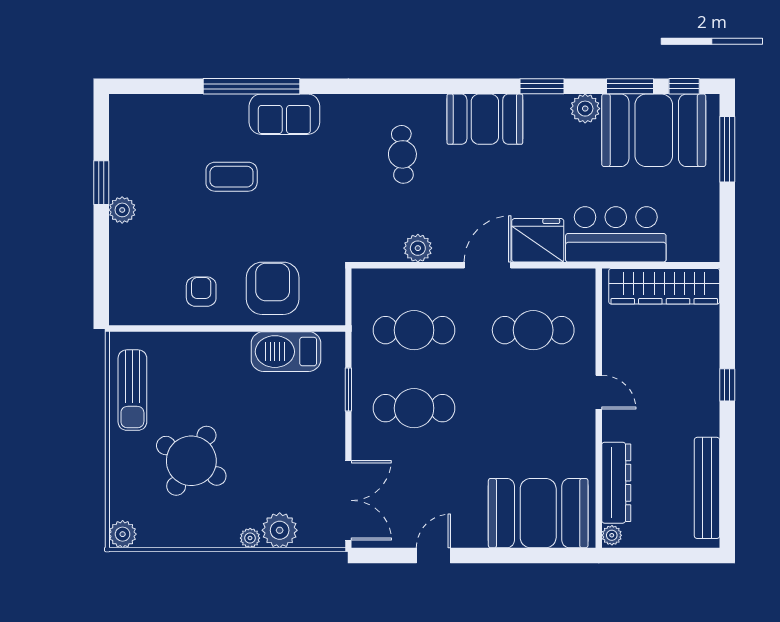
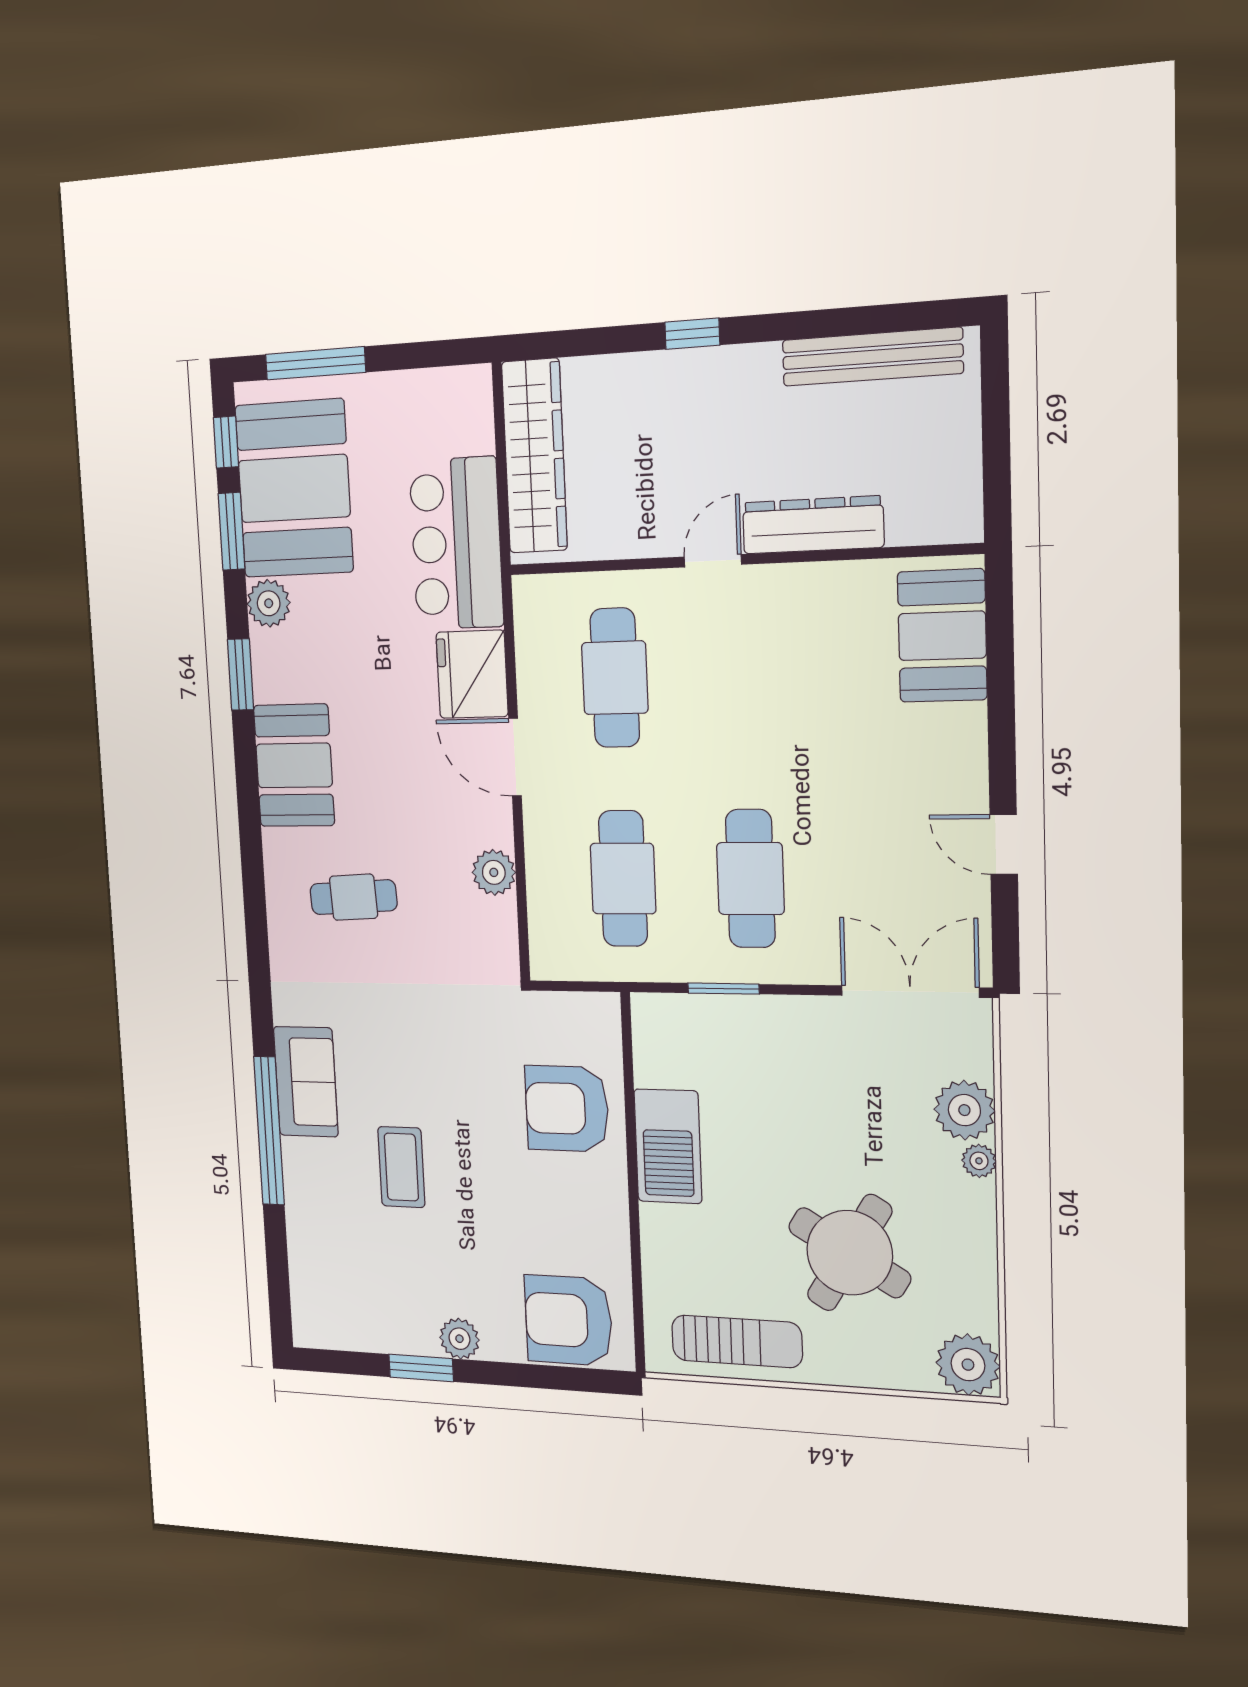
armchair: (201, 292) -> (568, 1320), moved, width x1.88, depth x1.88
barbecue: (286, 352) -> (668, 1146), moved
dresser: (616, 483) -> (813, 525), moved
booth: (538, 513) -> (942, 636), width x0.73, depth x0.70
plant: (123, 534) -> (968, 1365), width x1.36, depth x1.36
plant: (612, 535) -> (961, 526), removed

